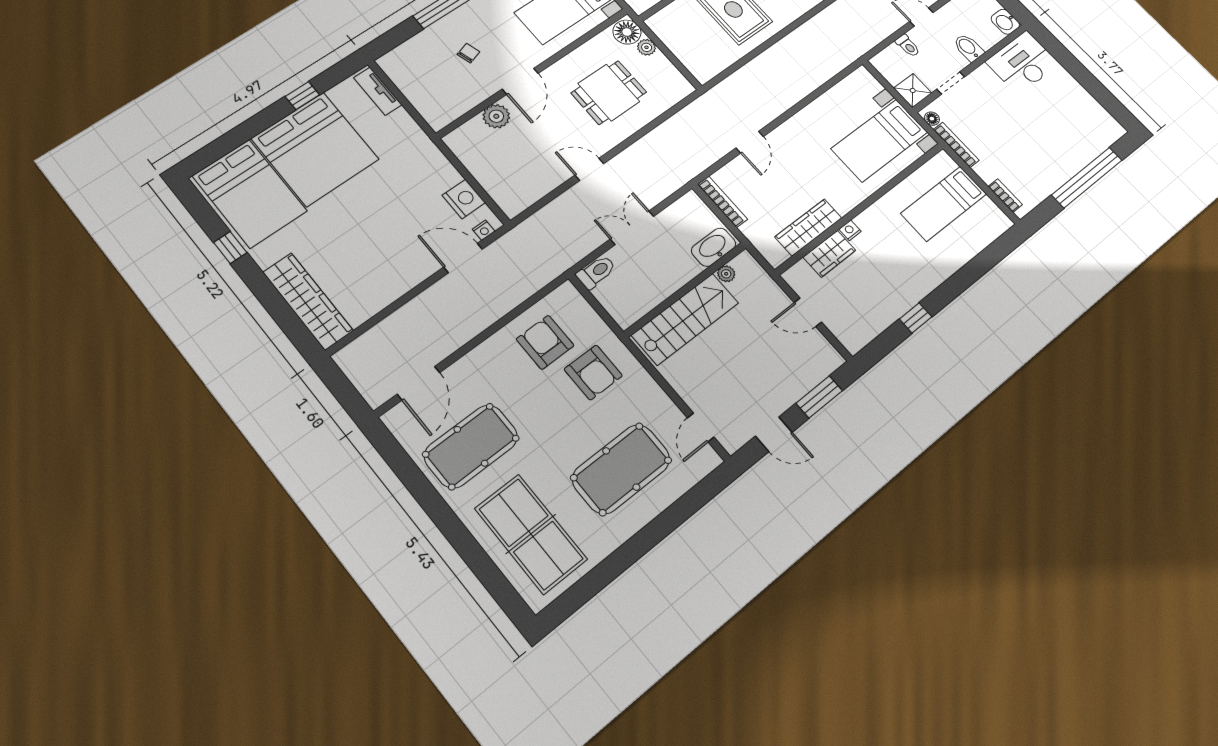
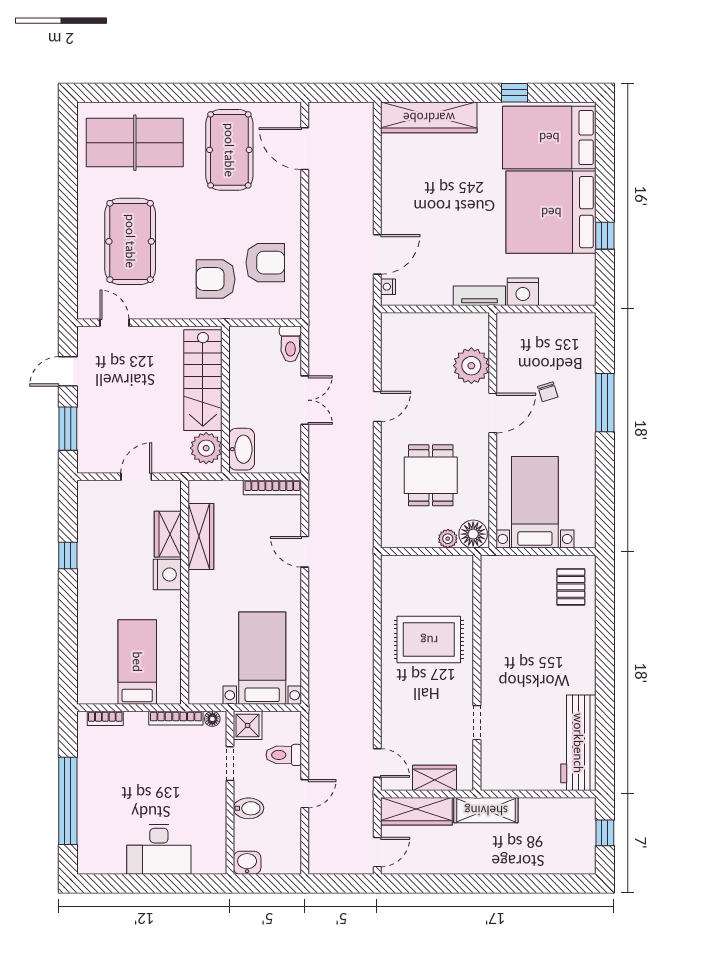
toilet: (908, 46) -> (284, 755), width x1.37, depth x1.39
desk: (1022, 63) -> (159, 849), moved, turned 90
door: (520, 81) -> (493, 413), swing flipped
tv unit: (378, 91) -> (479, 296), moved
plant: (496, 116) -> (471, 366), width x1.36, depth x1.36
bed with nightstands: (879, 140) -> (262, 658), moved
nightstand: (464, 199) -> (523, 292), moved
nightstand: (850, 230) -> (167, 575), width x1.89, depth x1.79
plant: (726, 274) -> (206, 448), width x1.87, depth x1.87

